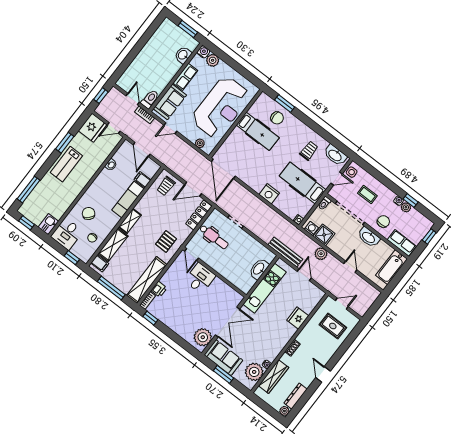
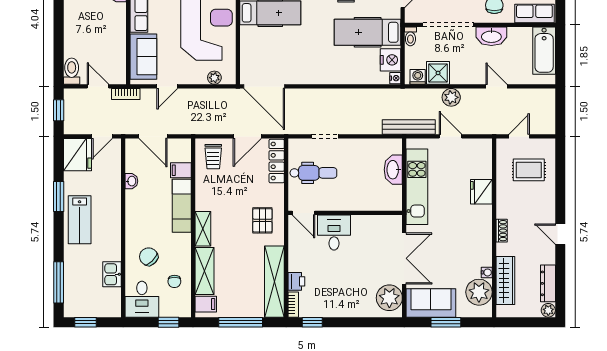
toilet: (150, 99) -> (72, 71), moved
nightstand: (269, 194) -> (390, 60), moved, turned -90
kitchen sink: (48, 224) -> (112, 274), moved

